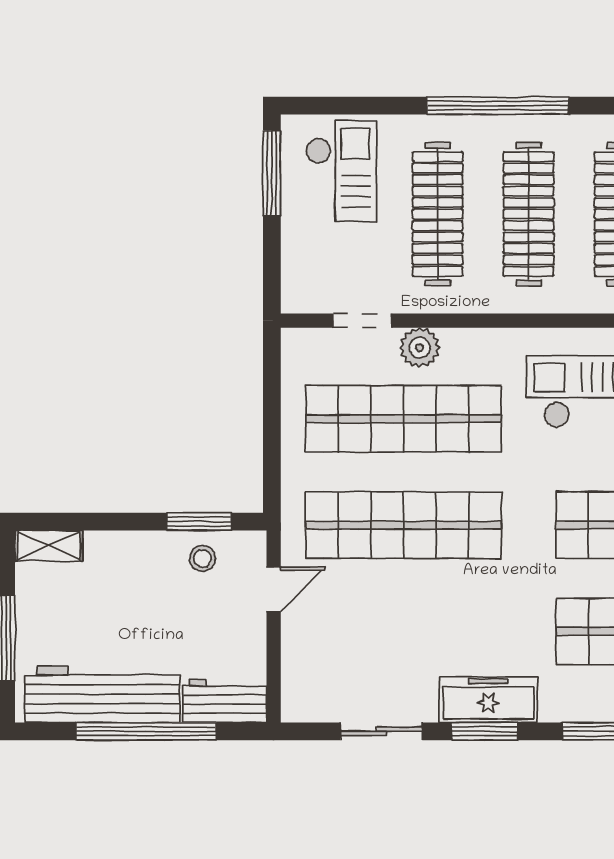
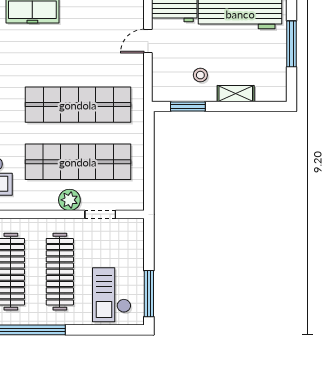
shelving: (49, 546) -> (236, 94), moved
stool: (202, 559) -> (200, 75), moved
door: (274, 589) -> (148, 41), moved

